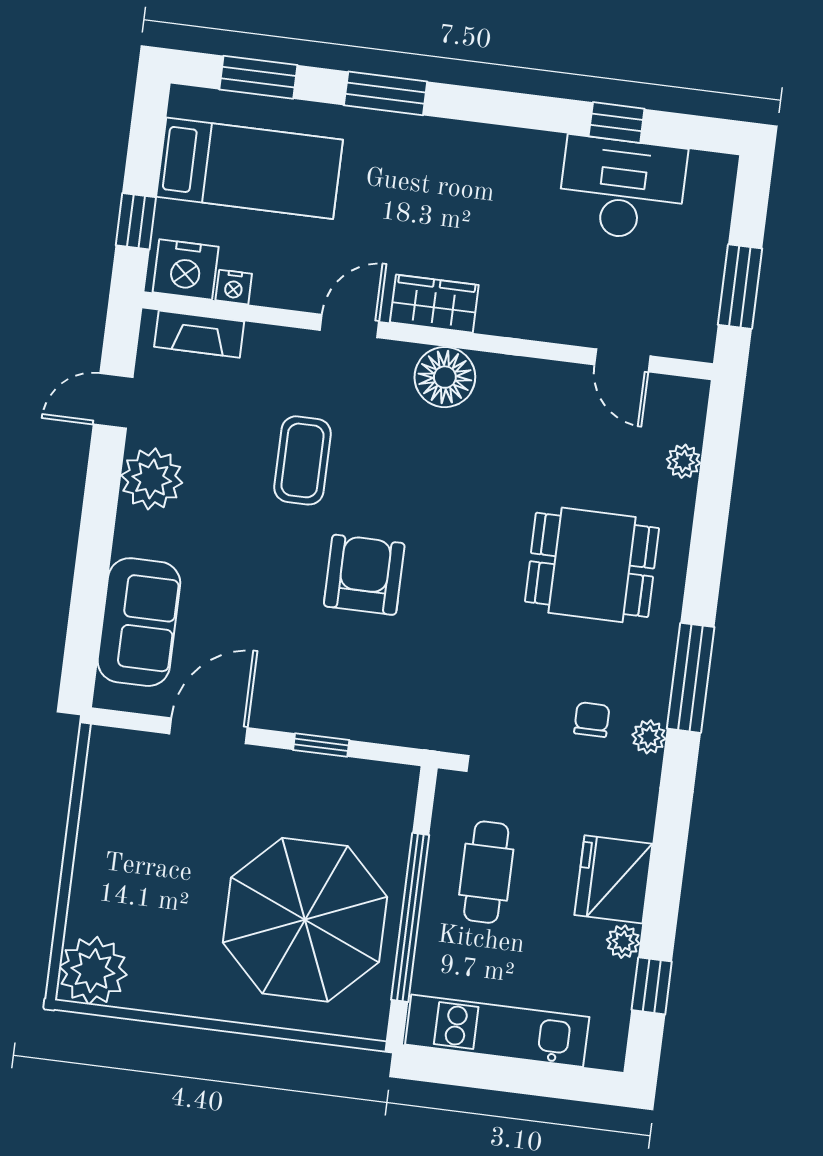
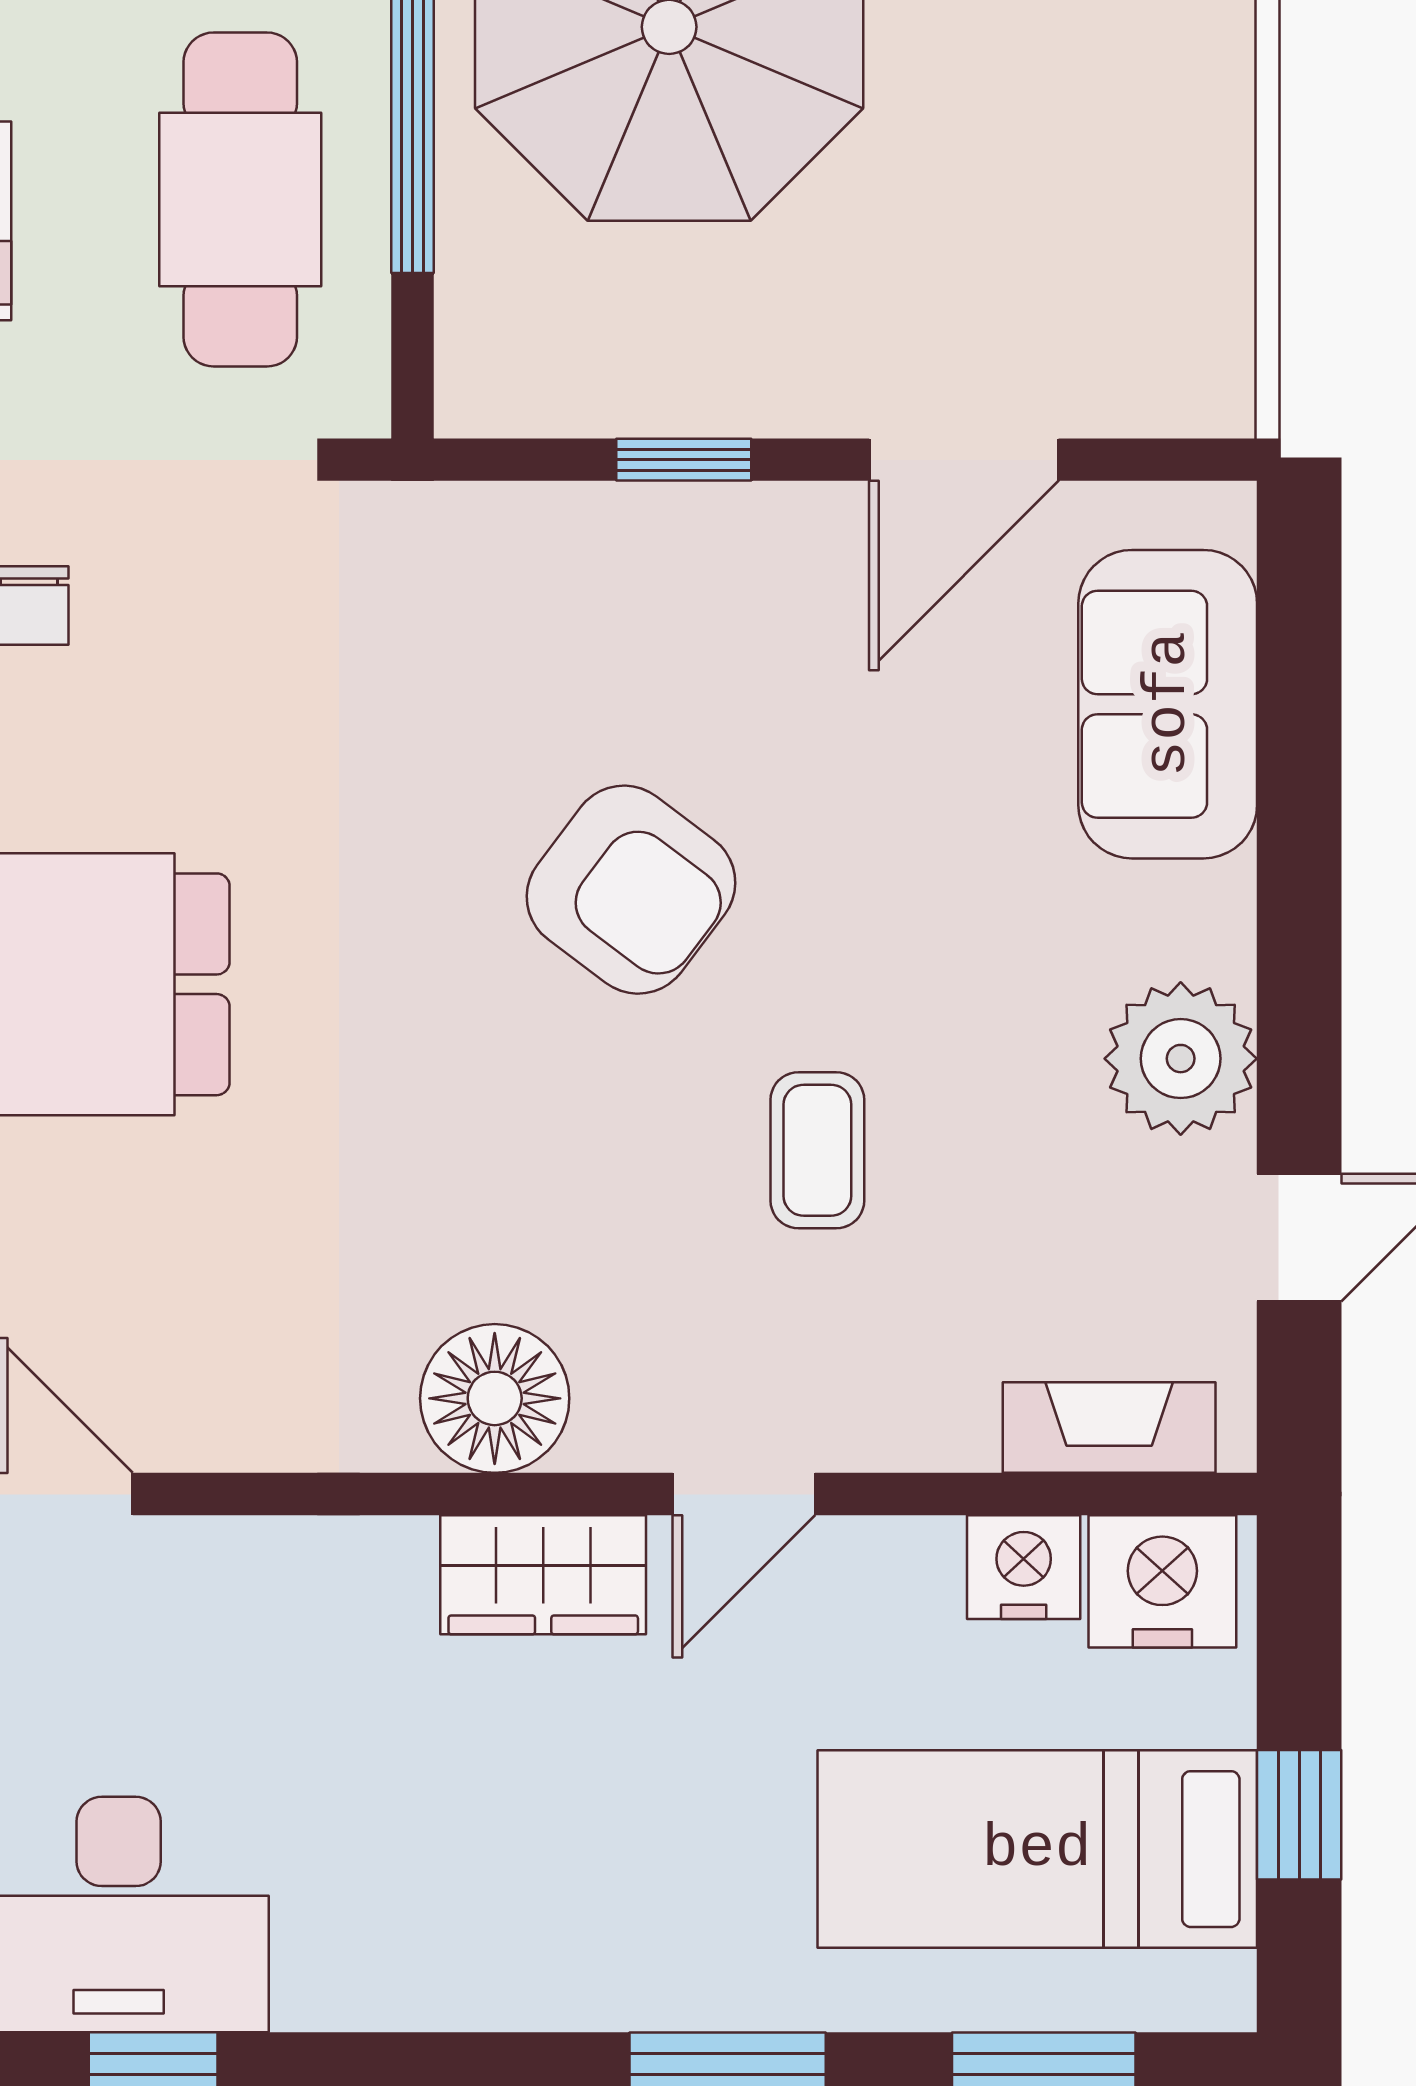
window: (136, 221) -> (1299, 1815), moved
nightstand: (234, 287) -> (1024, 1567), width x1.39, depth x1.35
coffee table: (302, 460) -> (817, 1150), width x0.73, depth x0.77
armchair: (364, 575) -> (631, 890), turned -53
cafe table: (486, 872) -> (240, 199), width x1.37, depth x1.35

